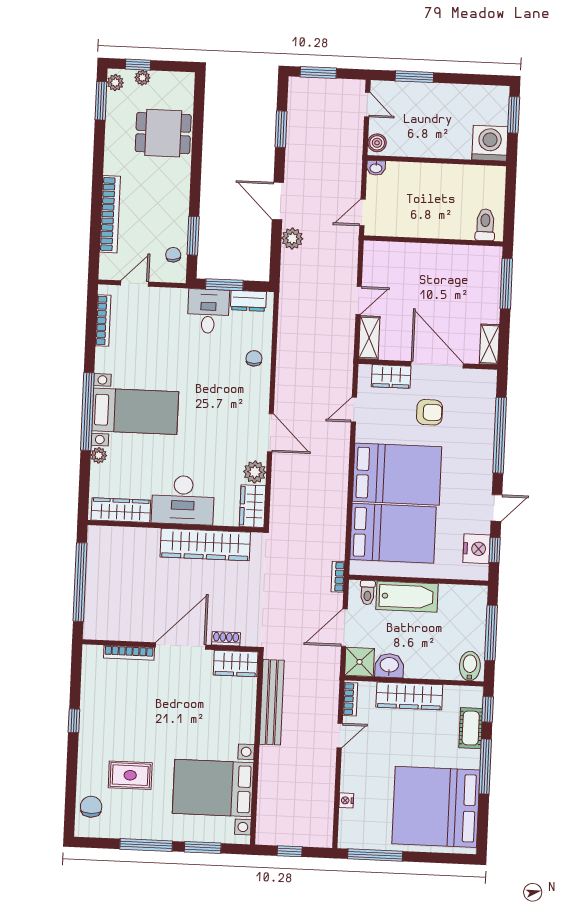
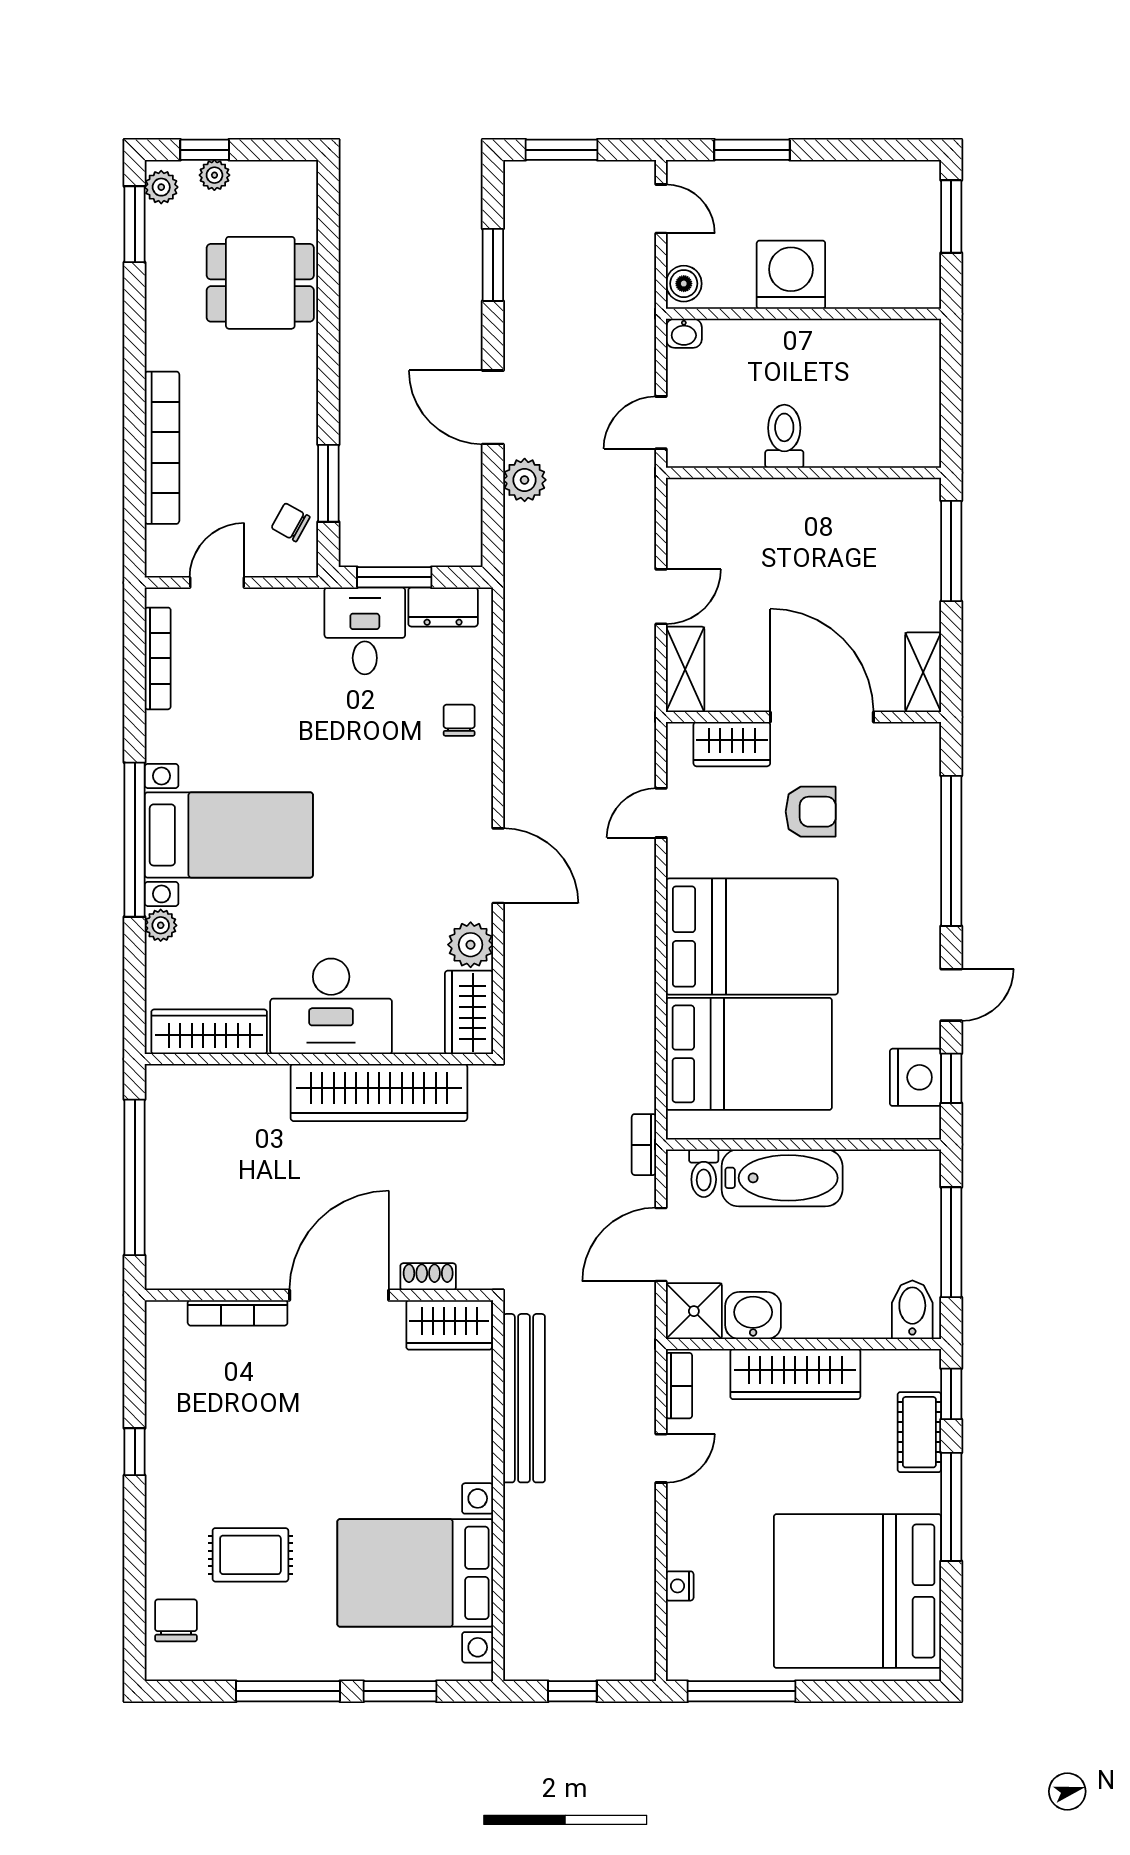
washing machine: (490, 143) -> (791, 275), moved
toilet: (485, 225) -> (784, 436), moved
chair: (173, 255) -> (291, 522), turned -54

